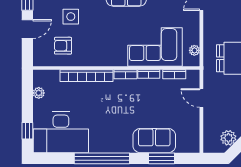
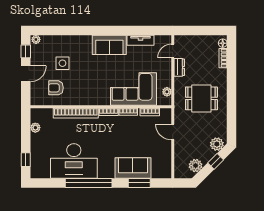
dresser: (209, 21) -> (179, 67), added
desk: (61, 132) -> (74, 161), moved

